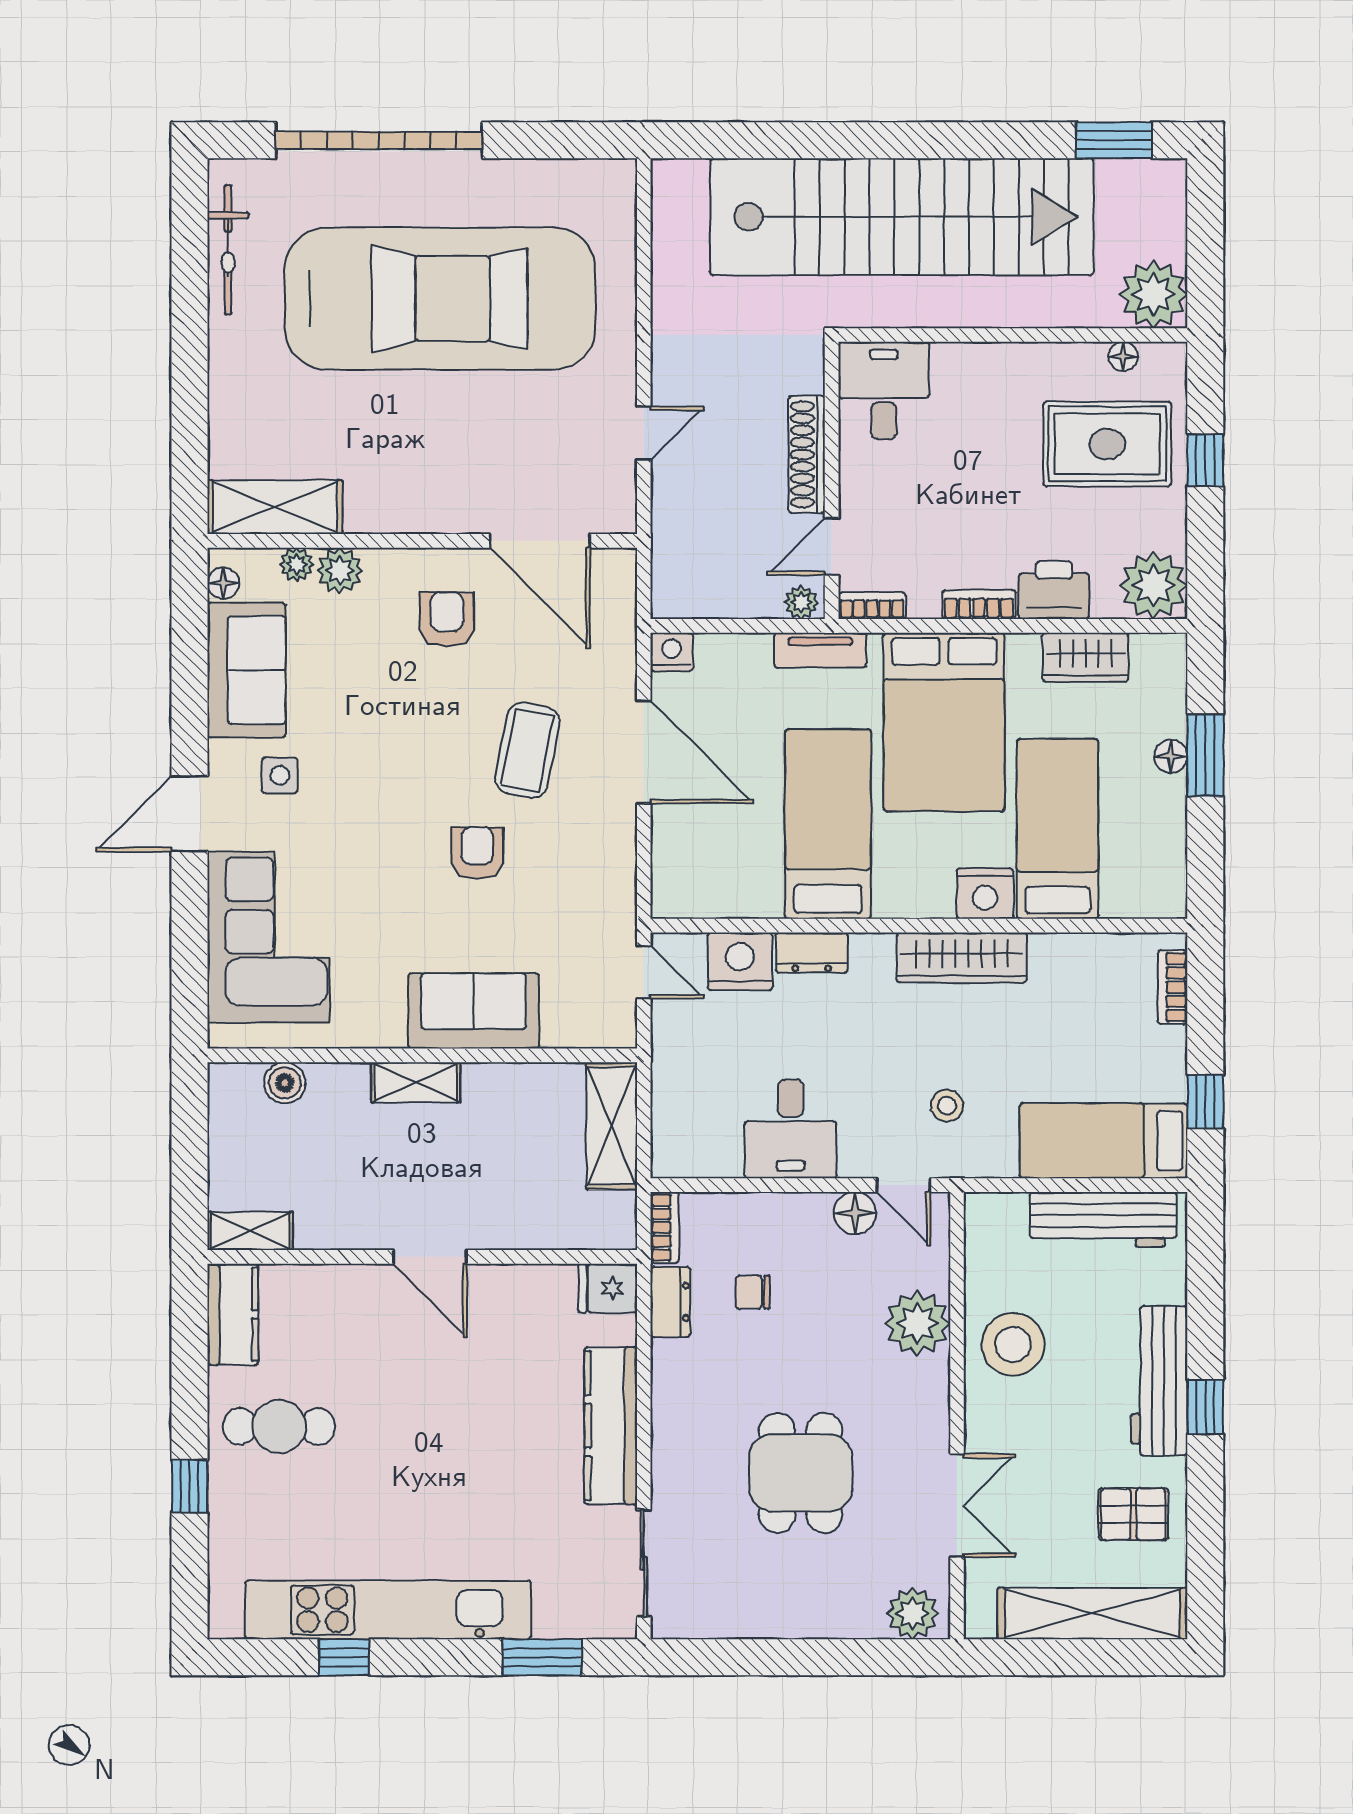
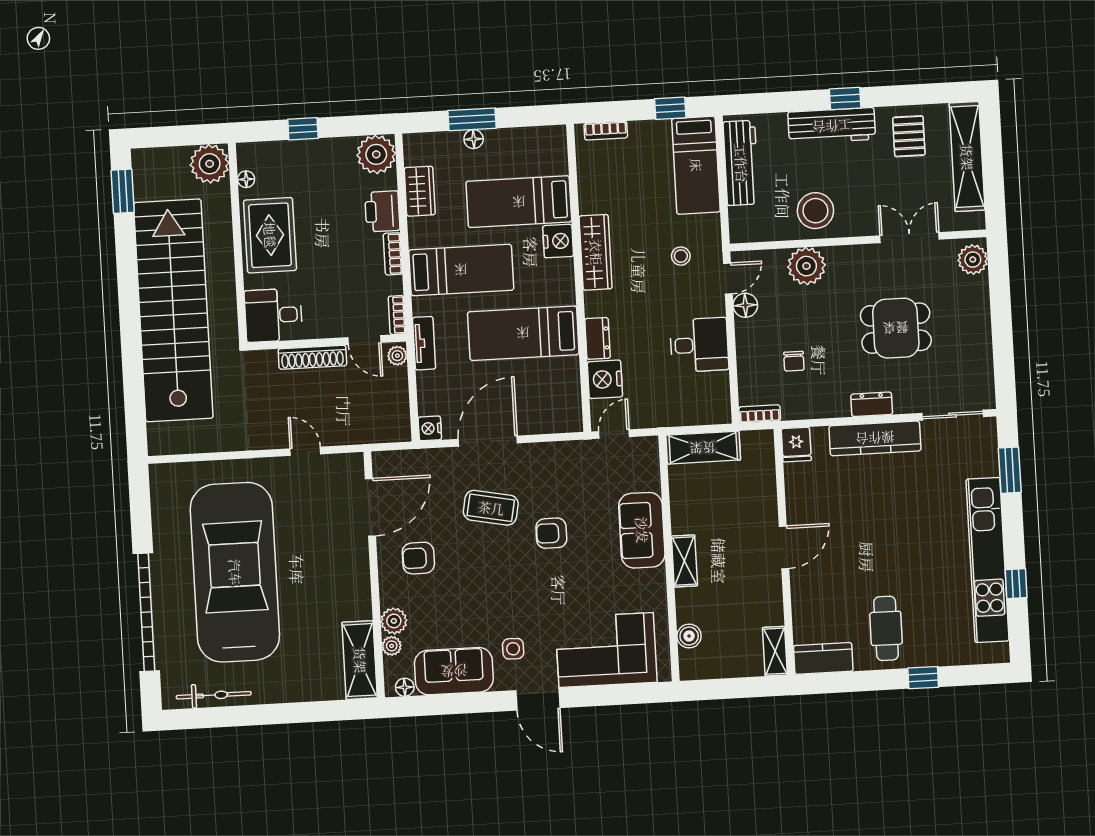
rug: (1107, 444) -> (270, 235), moved
bed: (944, 722) -> (461, 270), width x0.67
dresser: (670, 1302) -> (872, 404), moved

